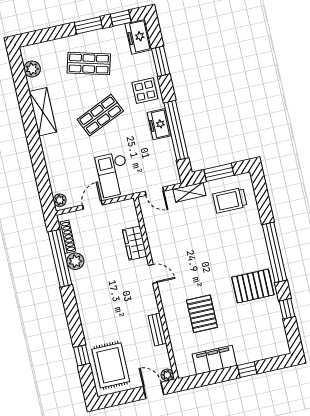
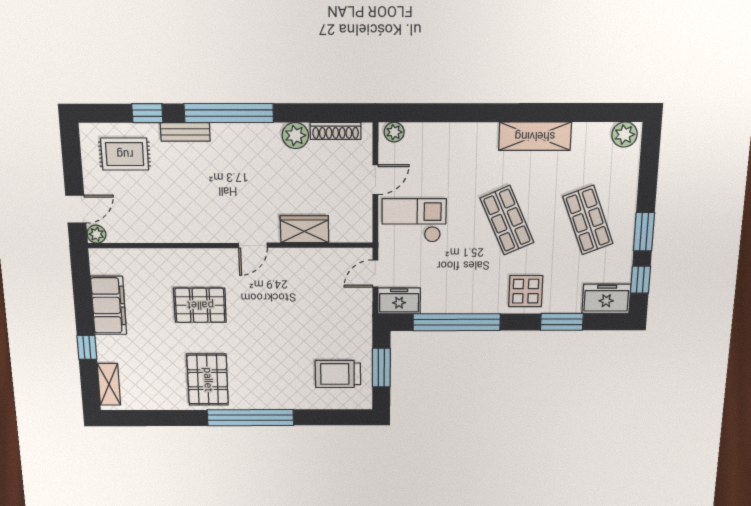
shop shelf: (89, 64) -> (588, 220), turned -36
plant: (32, 69) -> (625, 135), moved
freezer: (159, 124) -> (399, 301), moved
shelving: (189, 192) -> (109, 384), moved
trolley: (230, 200) -> (338, 374), turned -90
door: (92, 205) -> (375, 180), hinge flipped
window: (60, 258) -> (229, 113), moved
window: (287, 309) -> (166, 418), removed
pallet: (202, 314) -> (200, 305), moved
bench: (157, 329) -> (185, 132), moved
rug: (111, 365) -> (125, 154), width x0.73, depth x0.70

